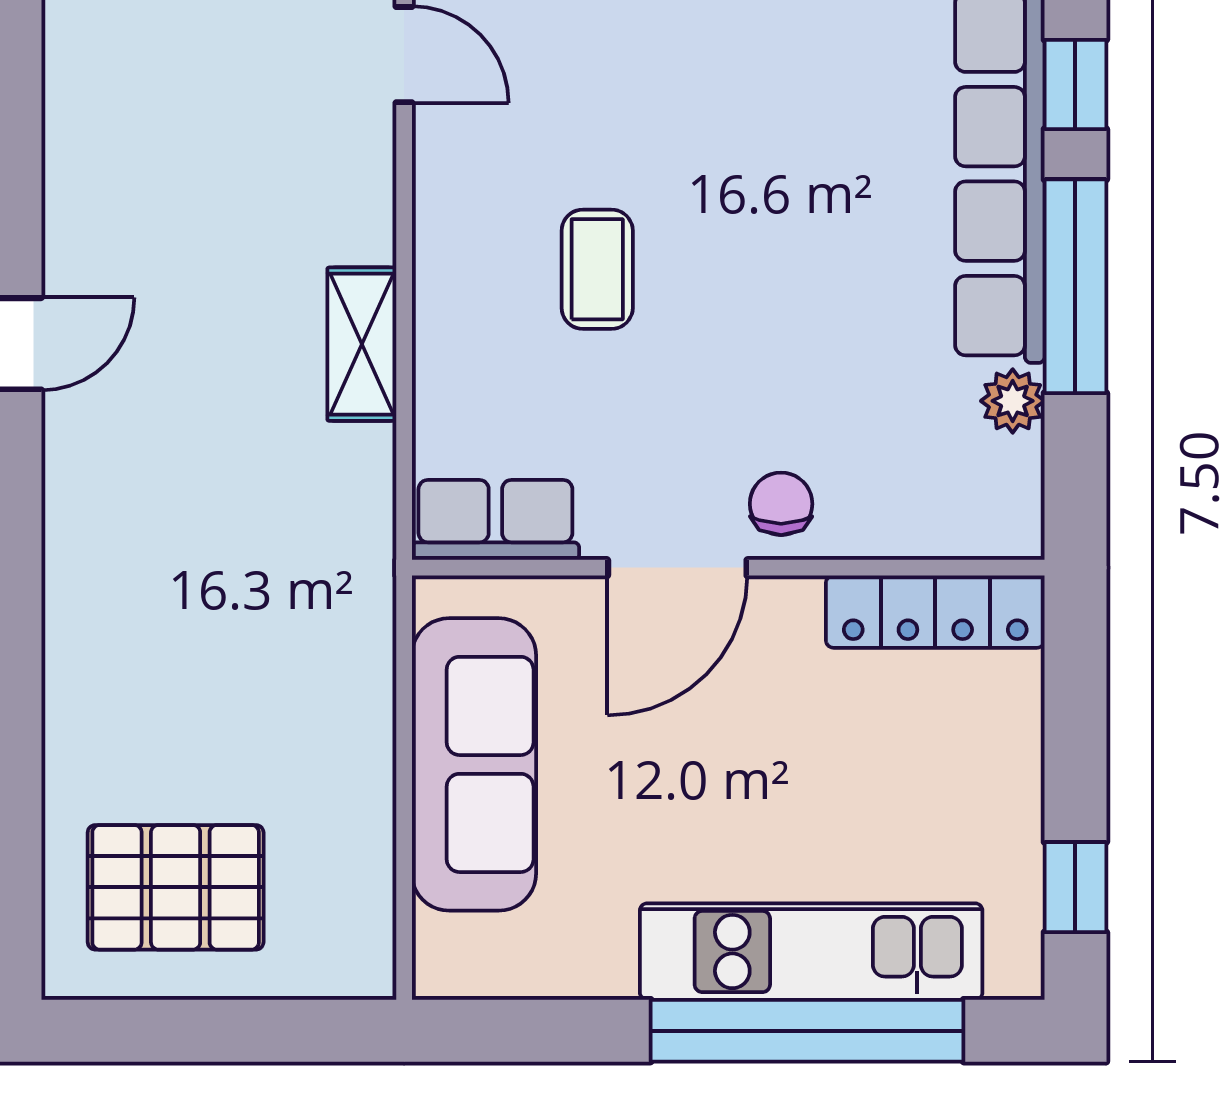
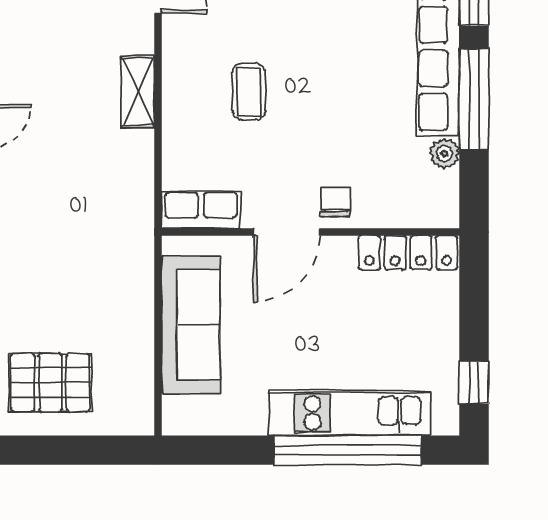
shelving: (362, 344) -> (138, 92), moved

